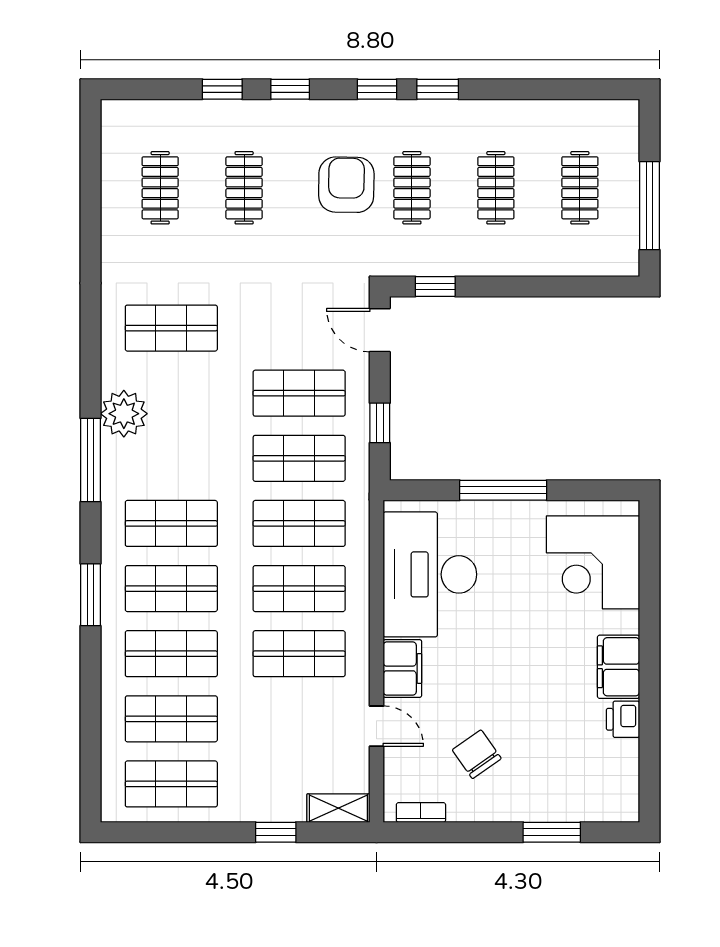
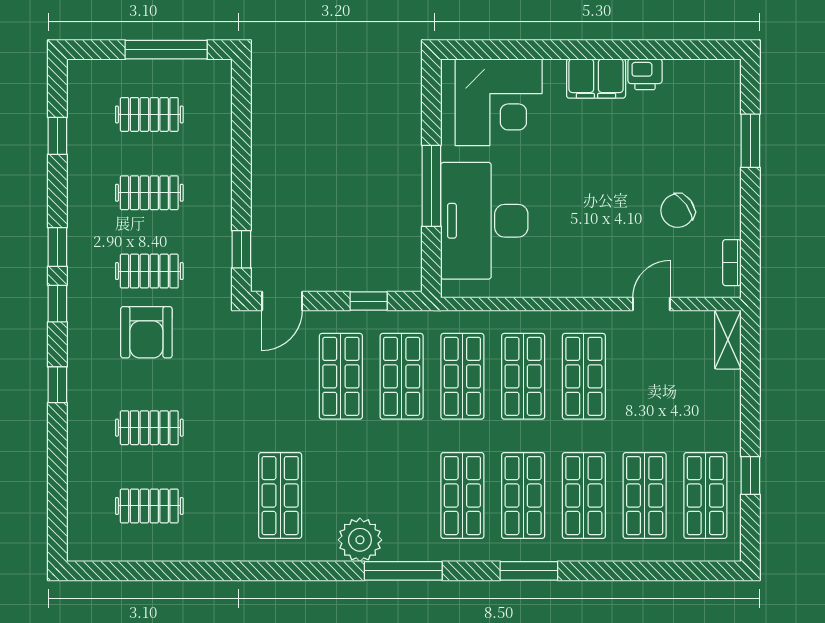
window: (222, 89) -> (57, 136), moved
armchair: (346, 185) -> (146, 332), turned -91
desk: (430, 574) -> (484, 221), moved, turned 90
filing cabinet: (402, 668) -> (598, 280), removed
window: (276, 832) -> (750, 476), moved

